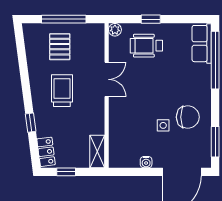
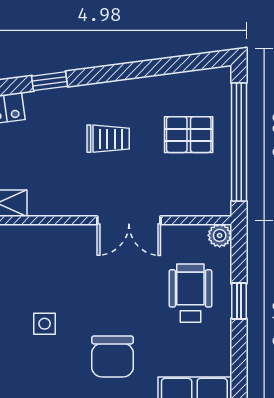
window: (64, 19) -> (239, 142), width x1.46
trolley: (62, 91) -> (108, 139), width x0.73, depth x0.72
chair: (188, 117) -> (112, 356), moved

